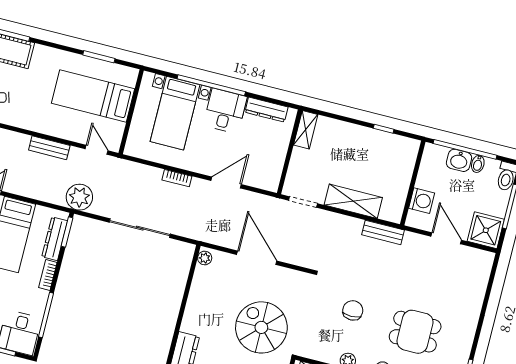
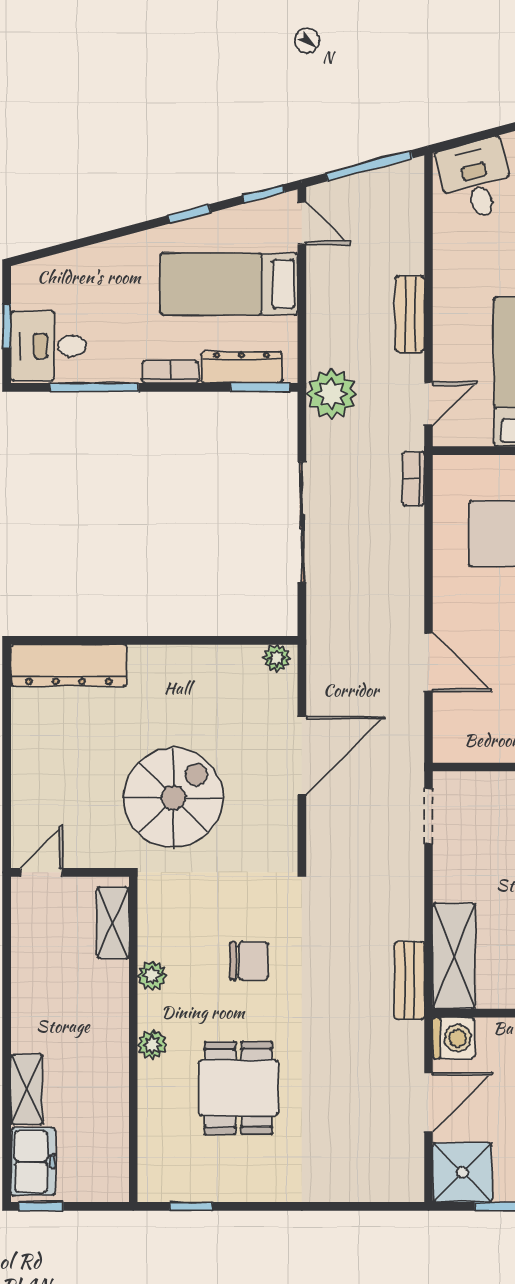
bookcase: (177, 178) -> (413, 479), moved
shelving: (353, 201) -> (454, 956), moved
washing machine: (422, 201) -> (454, 1038), moved, turned -90

